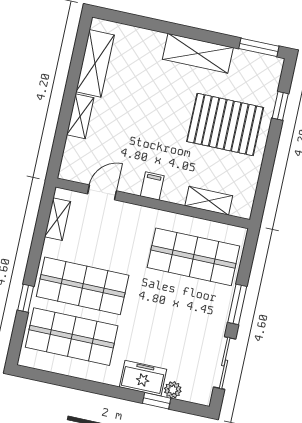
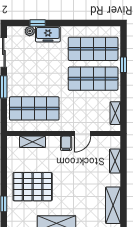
shelving: (80, 116) -> (115, 161), moved
door: (102, 192) -> (82, 134), moved

